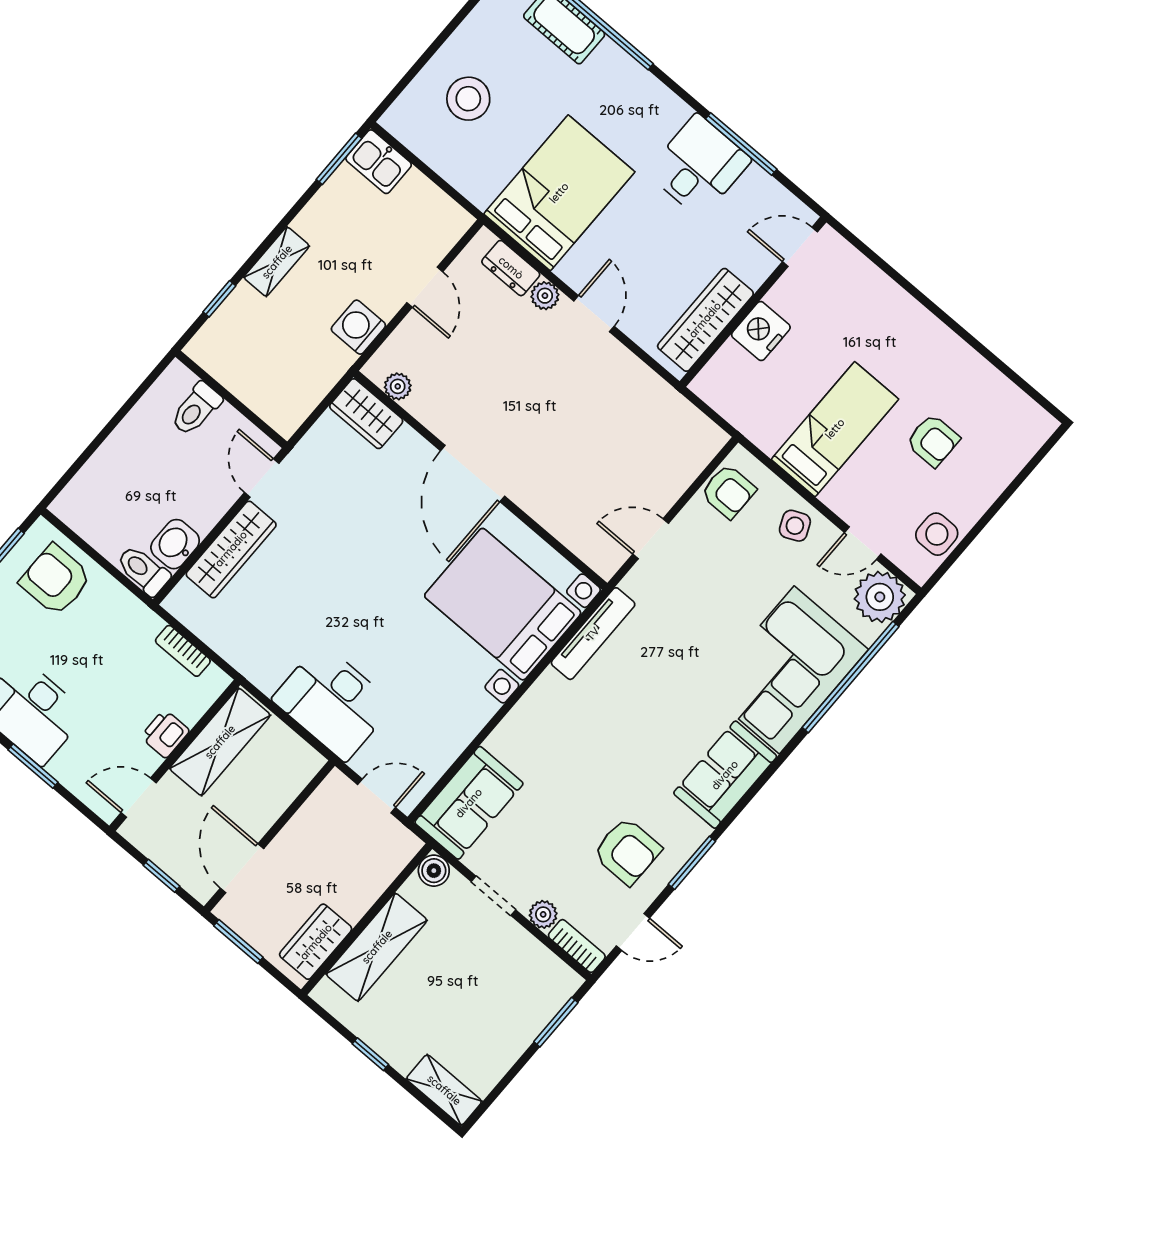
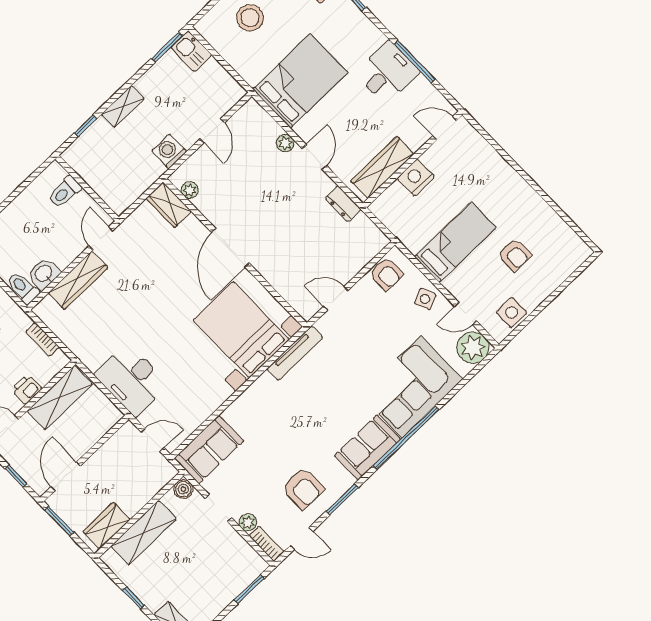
dresser: (511, 268) -> (343, 204), moved
window: (851, 677) -> (406, 438), moved

